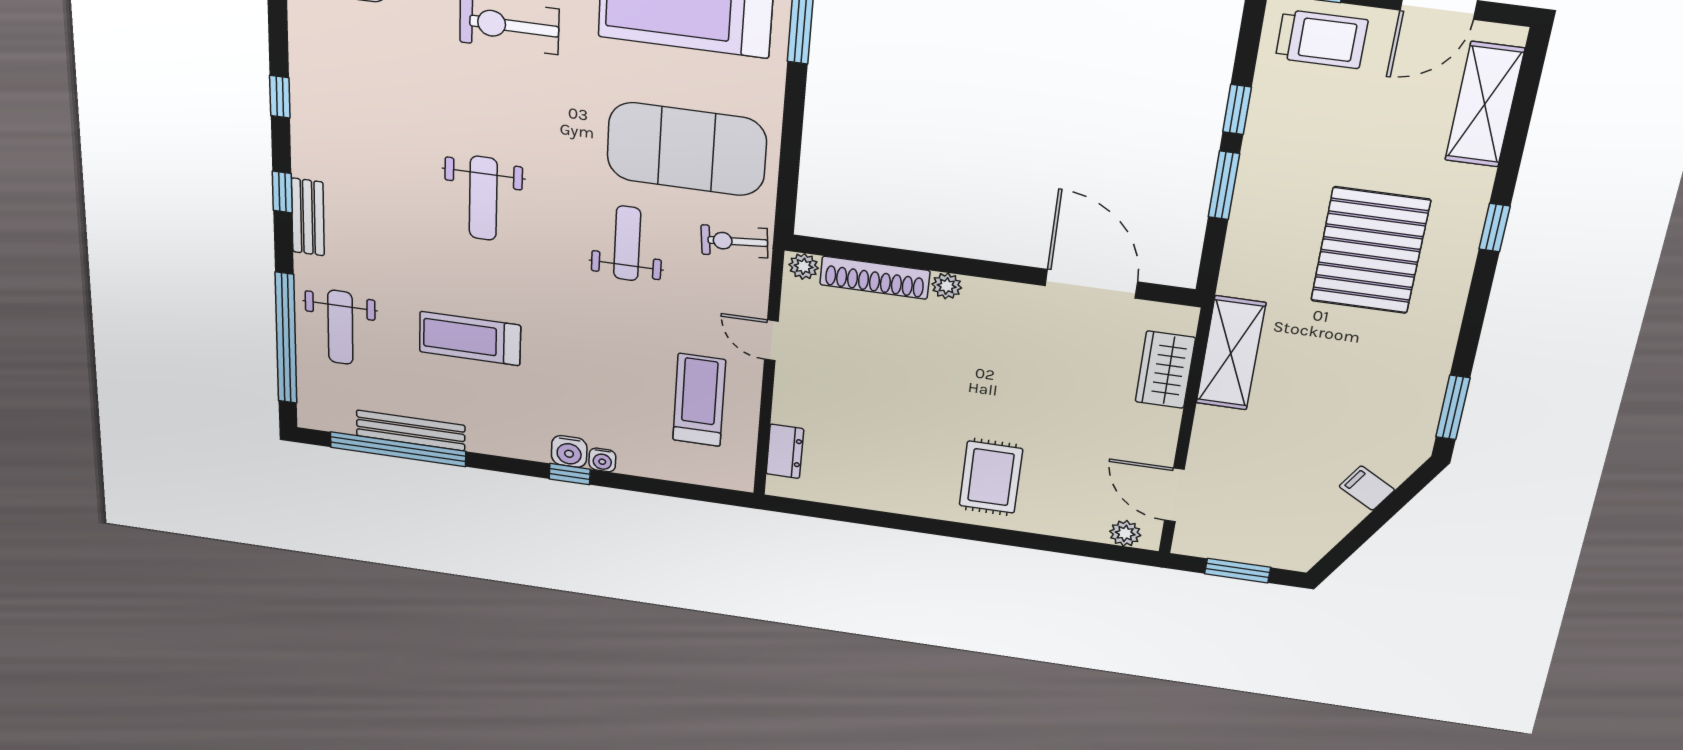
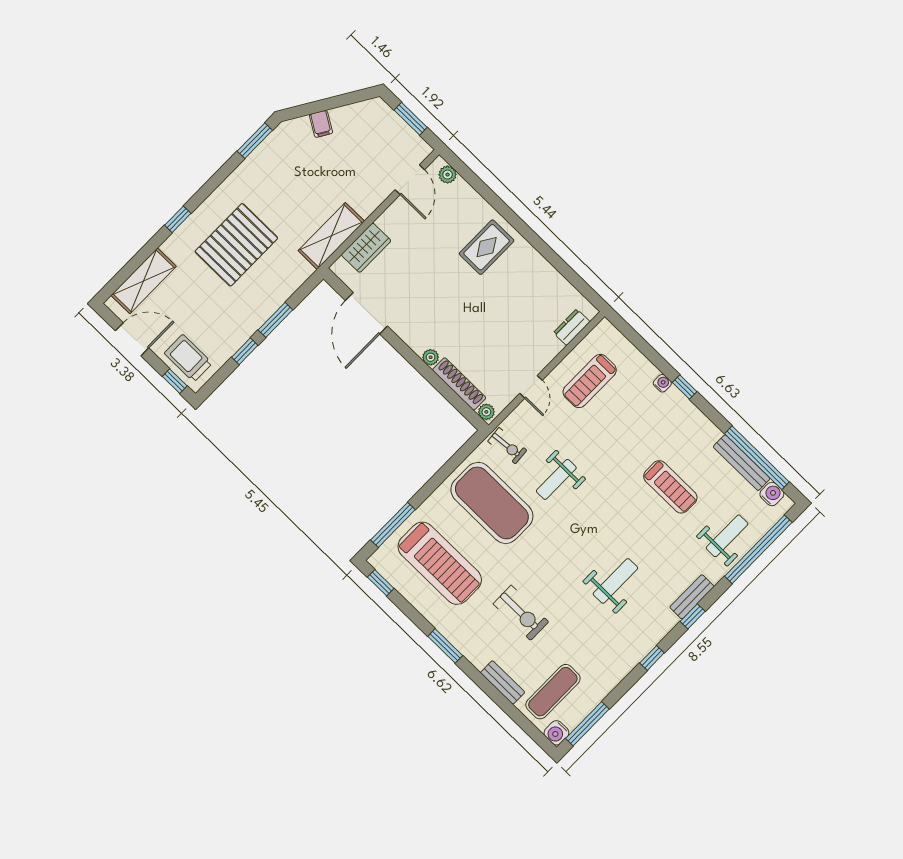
weight bench: (483, 198) -> (615, 581), moved
water cooler: (569, 451) -> (772, 494), moved

